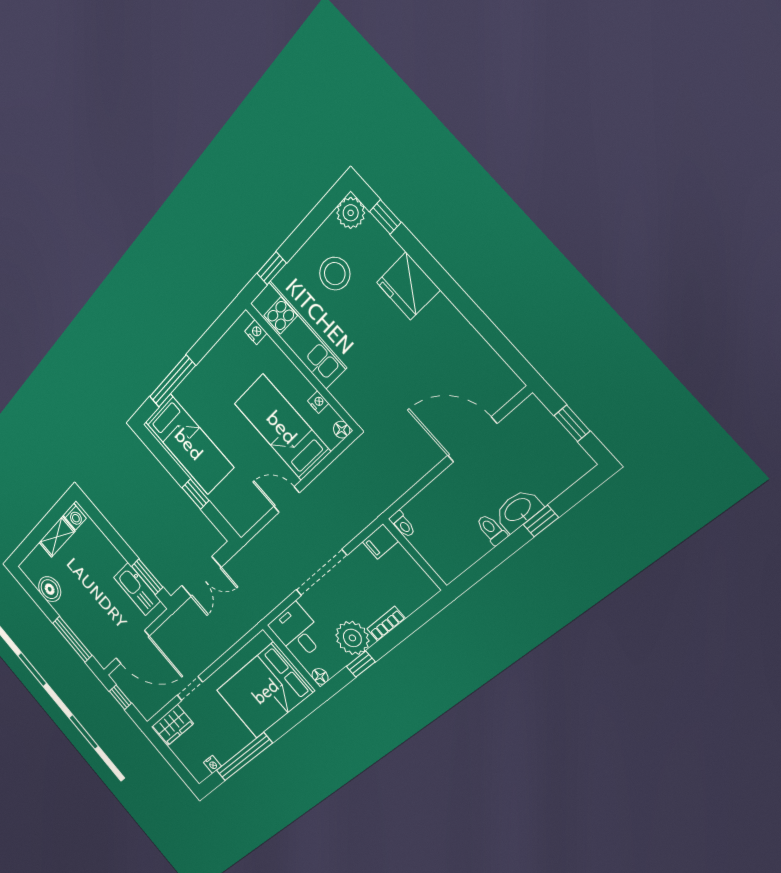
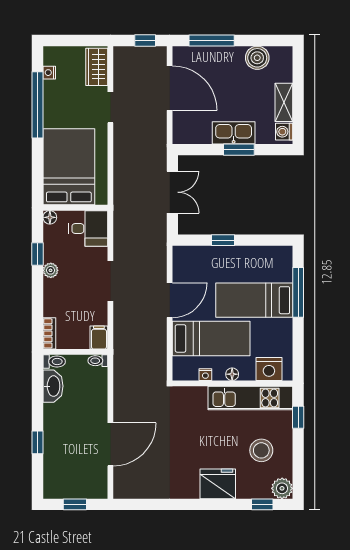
nightstand: (256, 332) -> (269, 369), width x1.89, depth x1.79
floor lamp: (342, 430) -> (232, 374), moved
bed: (189, 444) -> (254, 300), moved
door: (287, 500) -> (170, 300), width x1.38
washbasin: (518, 510) -> (53, 386), moved
toilet: (492, 530) -> (54, 361), moved
doorway: (321, 573) -> (110, 281), width x0.73
double door: (201, 576) -> (172, 192), swing flipped
window: (147, 577) -> (239, 150), moved
kitchen sink: (137, 589) -> (234, 133), moved
bookcase: (386, 624) -> (49, 333), moved
plant: (352, 638) -> (51, 270), width x0.53, depth x0.53
door: (132, 647) -> (170, 88), swing flipped

